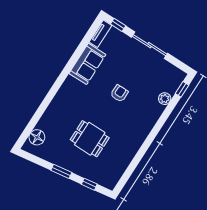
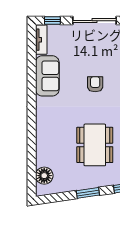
dining table: (90, 139) -> (95, 145), width x1.38

